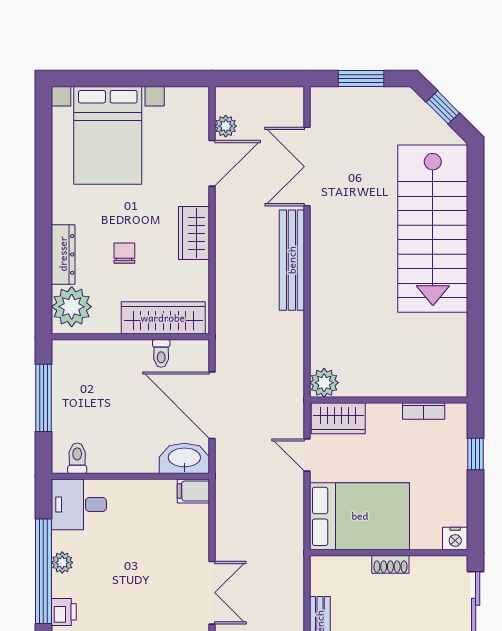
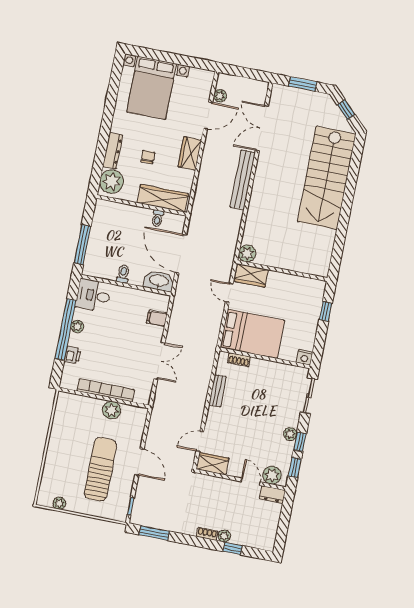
window: (43, 398) -> (82, 245), moved
bookcase: (424, 411) -> (301, 281), removed
toilet: (77, 458) -> (123, 274), moved
filing cabinet: (193, 491) -> (157, 318), moved
shoe rack: (390, 564) -> (239, 360), moved

